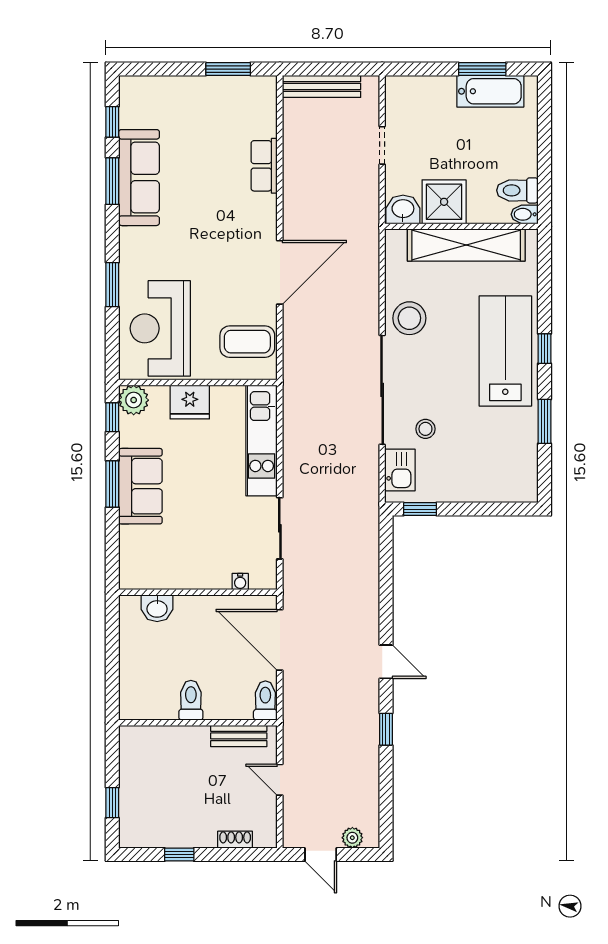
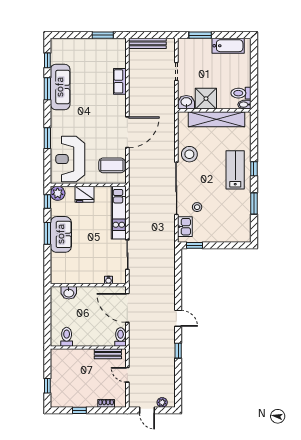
window: (482, 69) -> (200, 35), moved
lab bench: (505, 351) -> (235, 170), width x0.73, depth x0.72
toilet: (191, 700) -> (67, 337), moved

